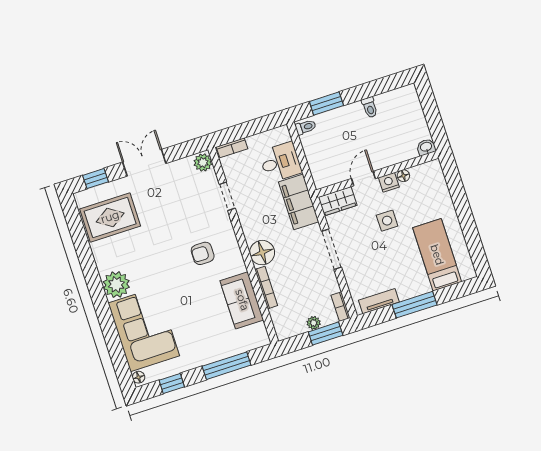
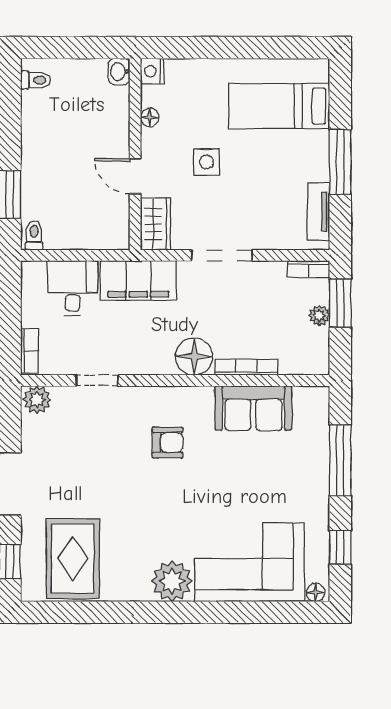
toilet: (370, 107) -> (36, 80), moved
nightstand: (389, 182) -> (152, 71), moved
armchair: (203, 253) -> (167, 443), turned -90

